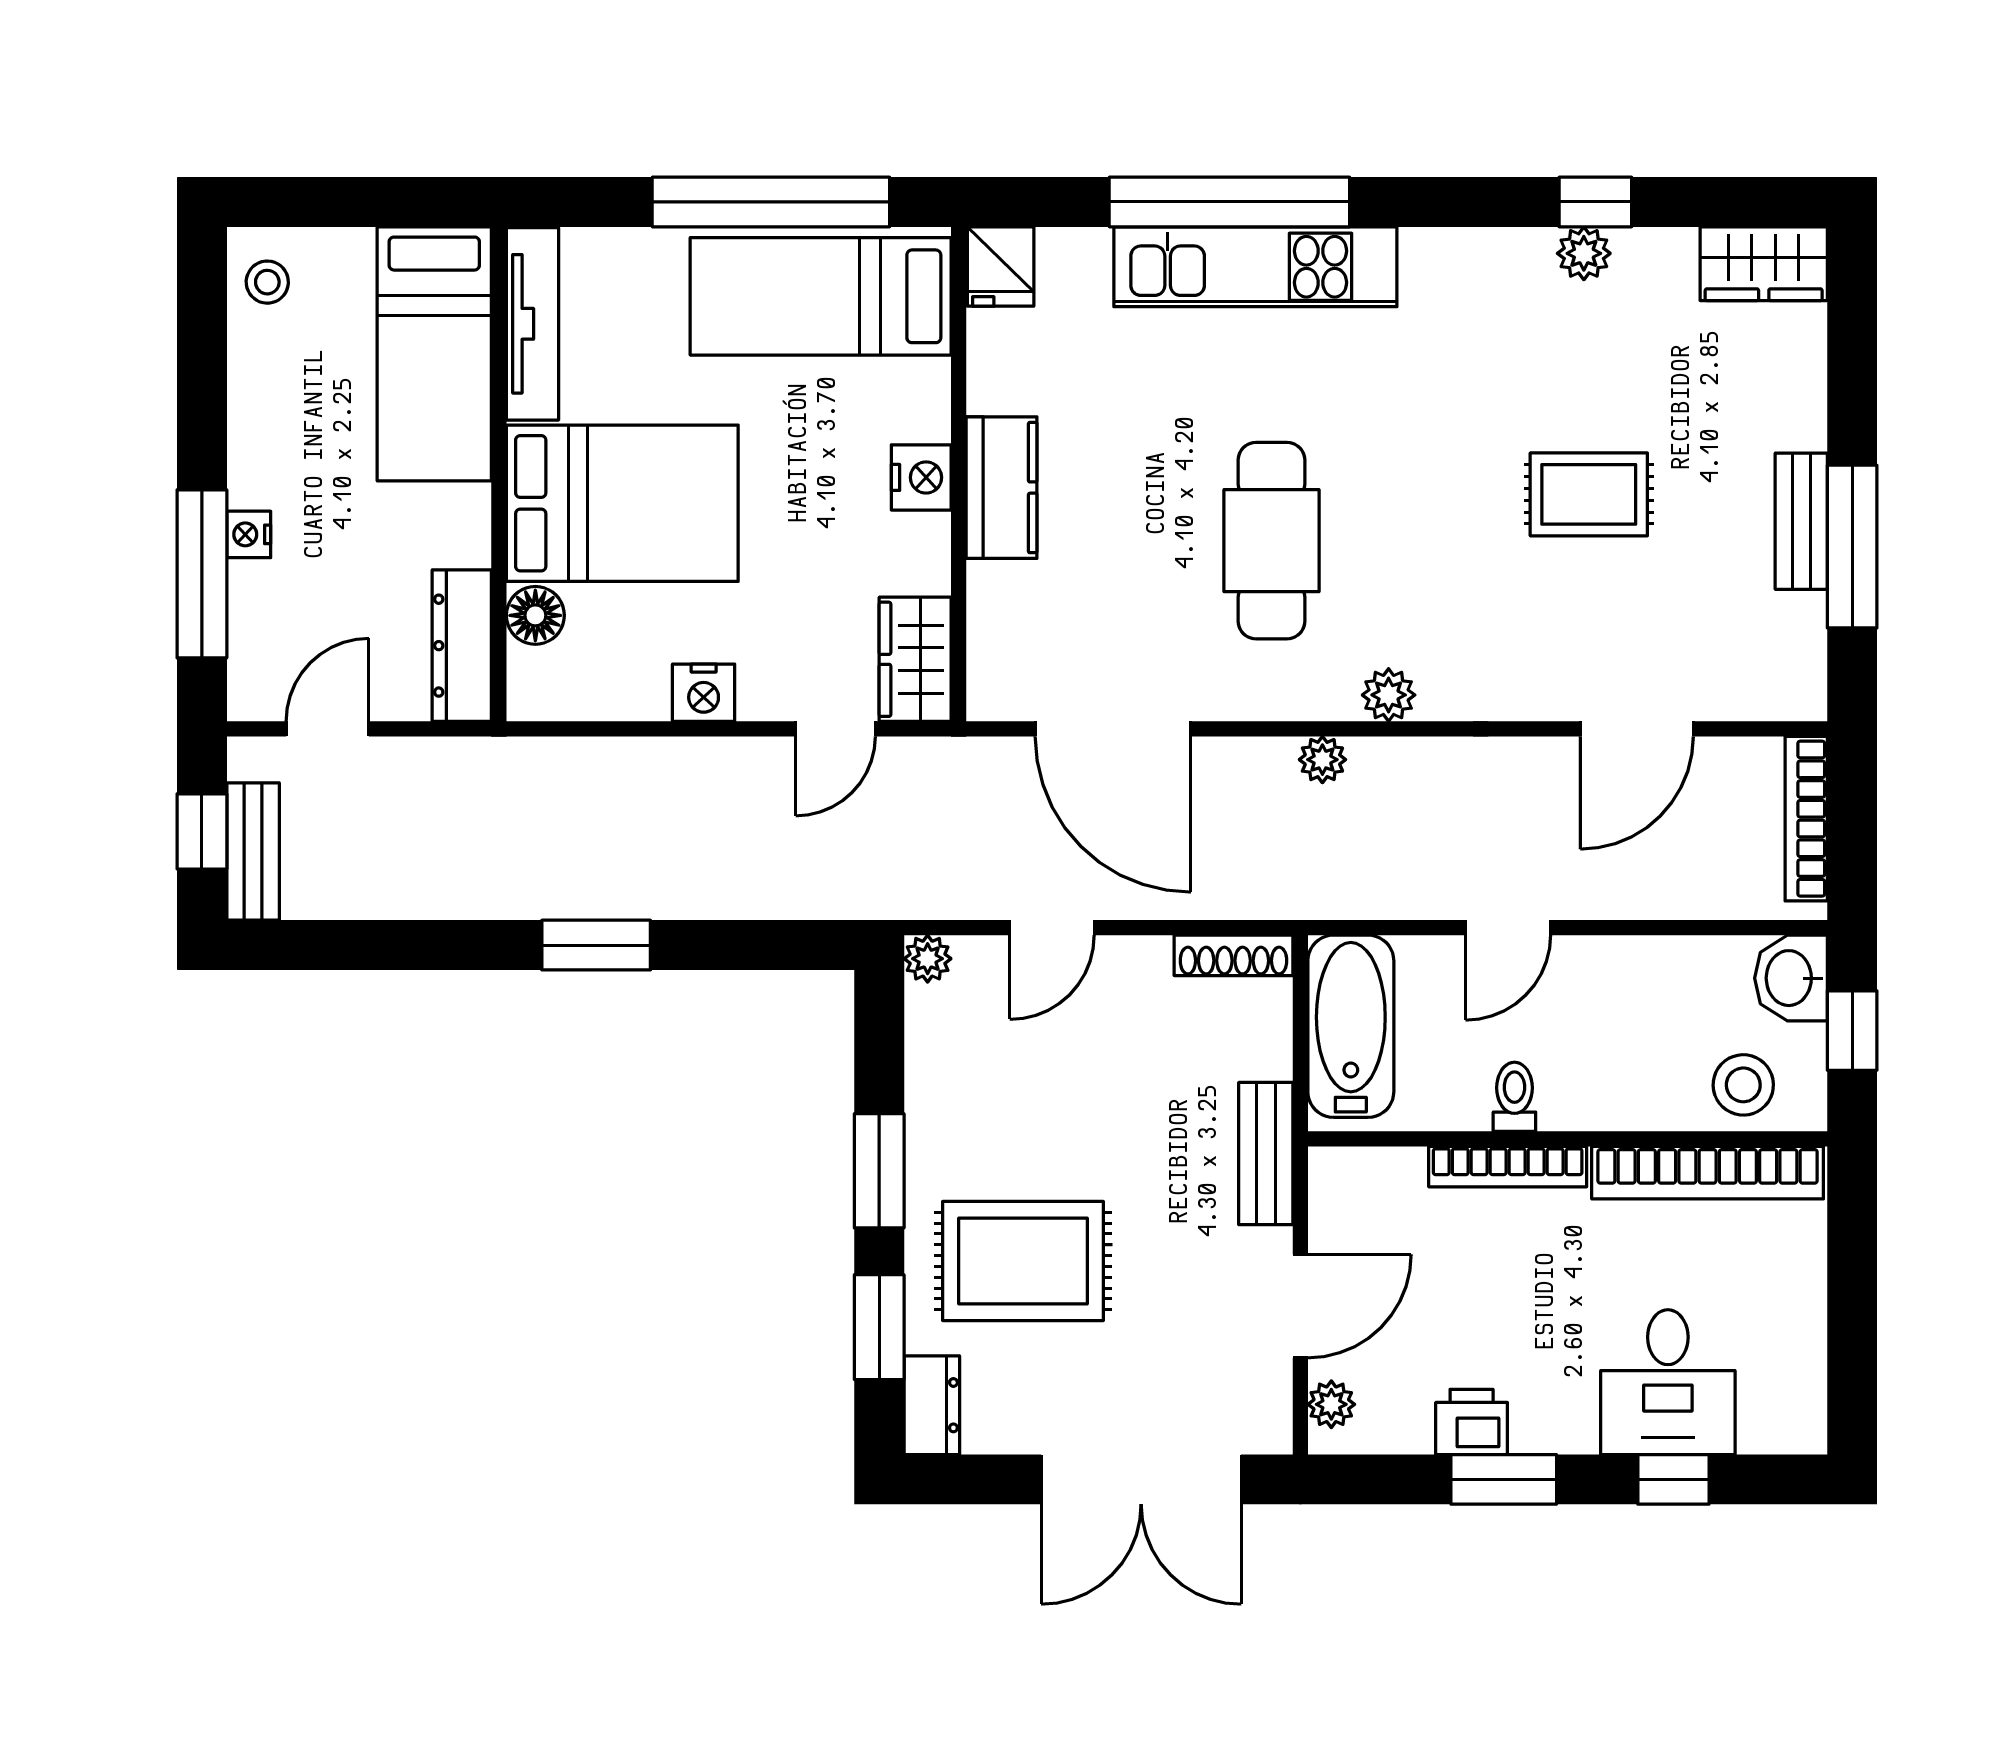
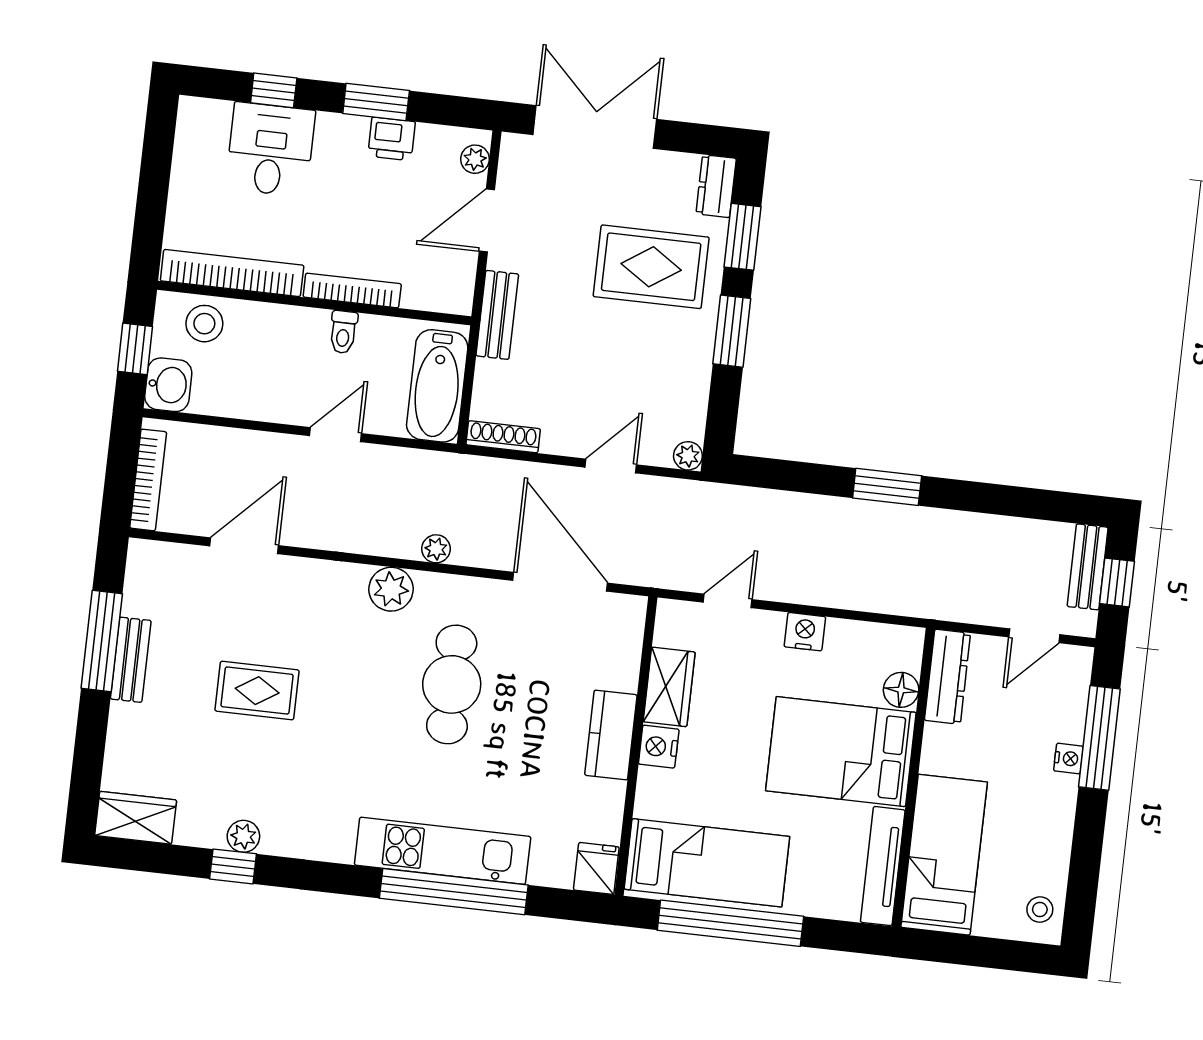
wardrobe: (915, 659) -> (669, 687), moved
plant: (1389, 695) -> (391, 589), width x1.38, depth x1.38

